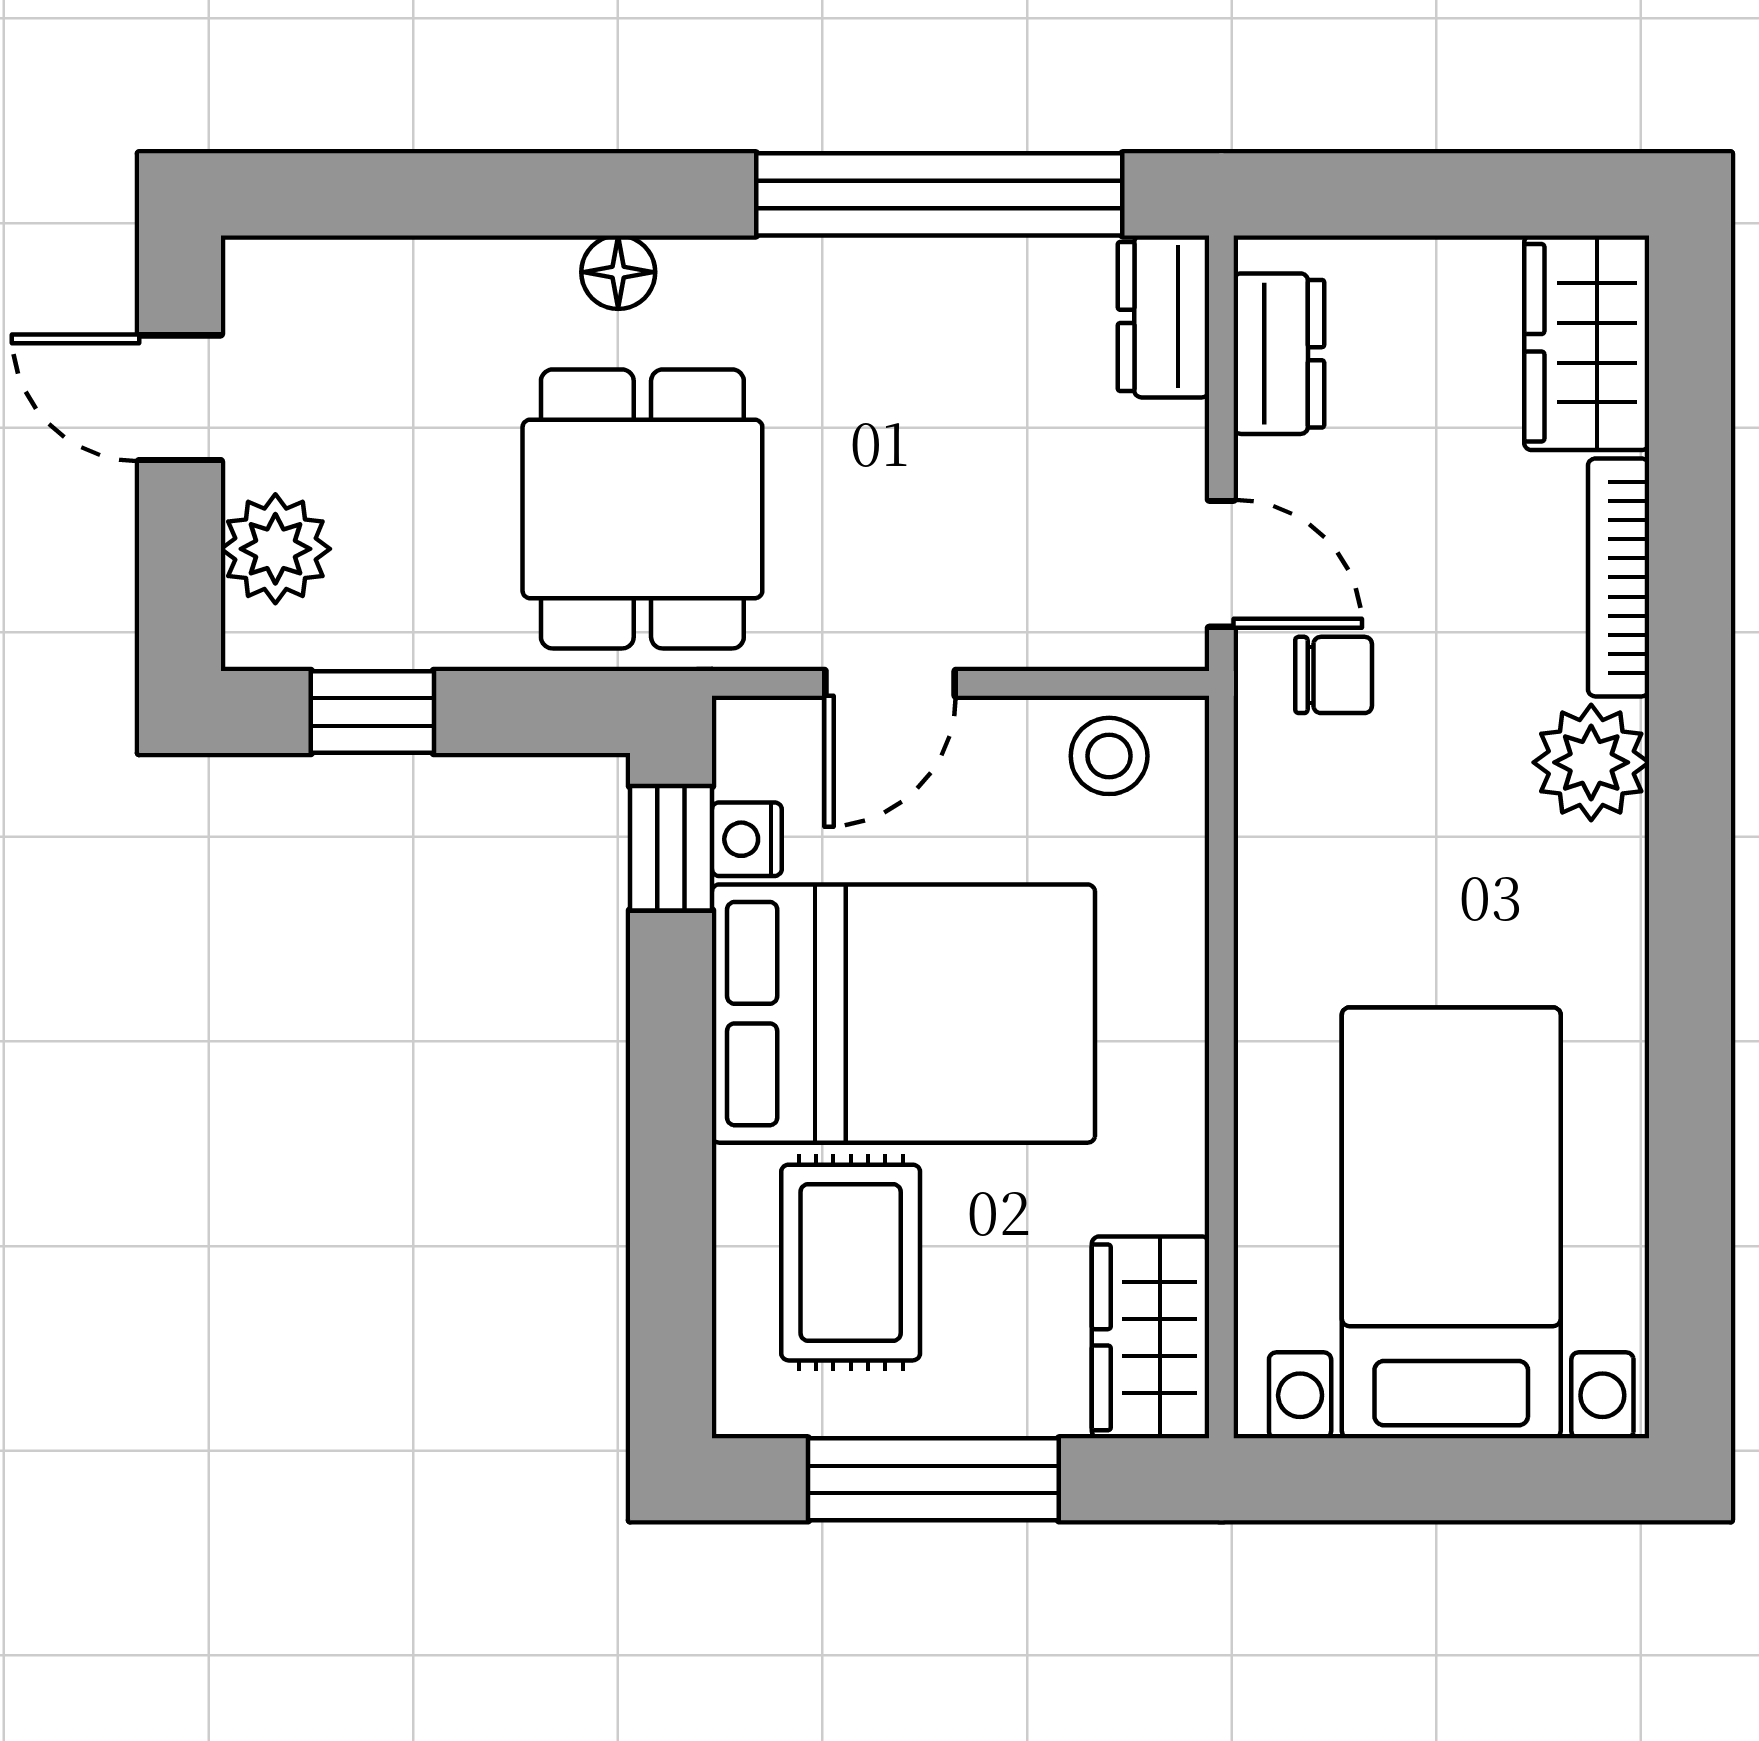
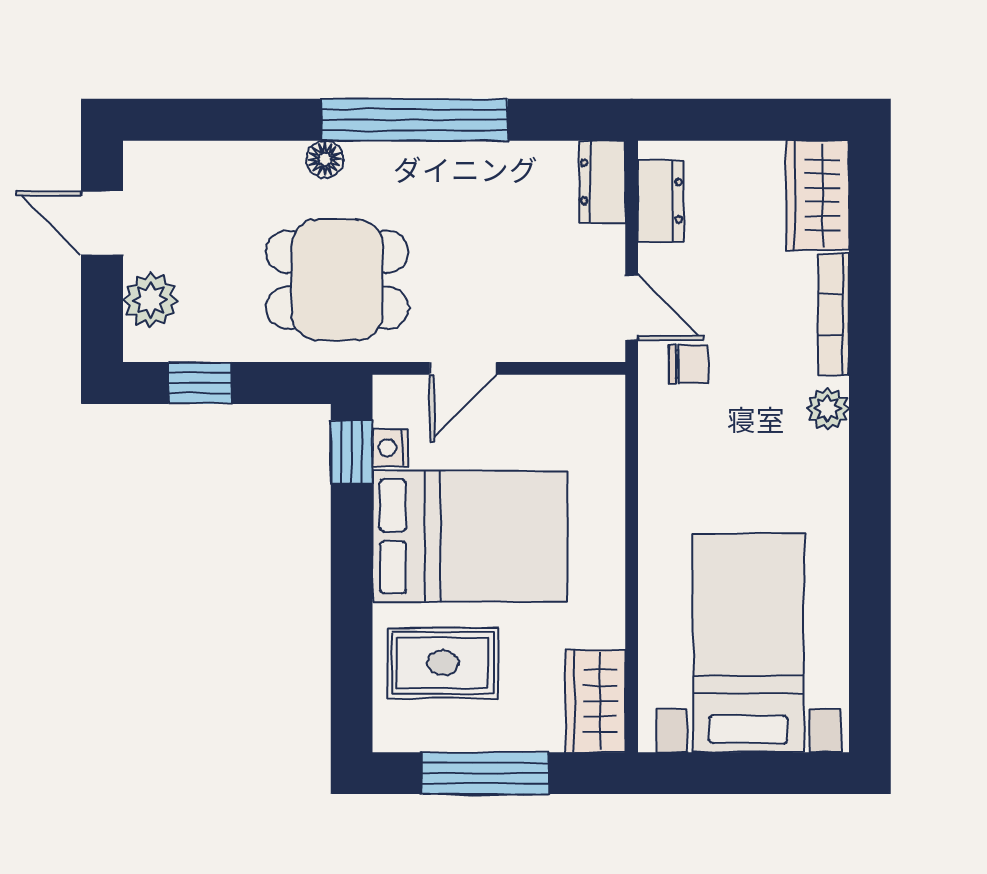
window: (939, 194) -> (415, 120), moved
dining table: (642, 509) -> (337, 280), turned 90
stool: (1109, 756) -> (574, 405), removed
plant: (1591, 762) -> (828, 409), width x0.73, depth x0.73
rug: (851, 1263) -> (443, 663), turned 90

